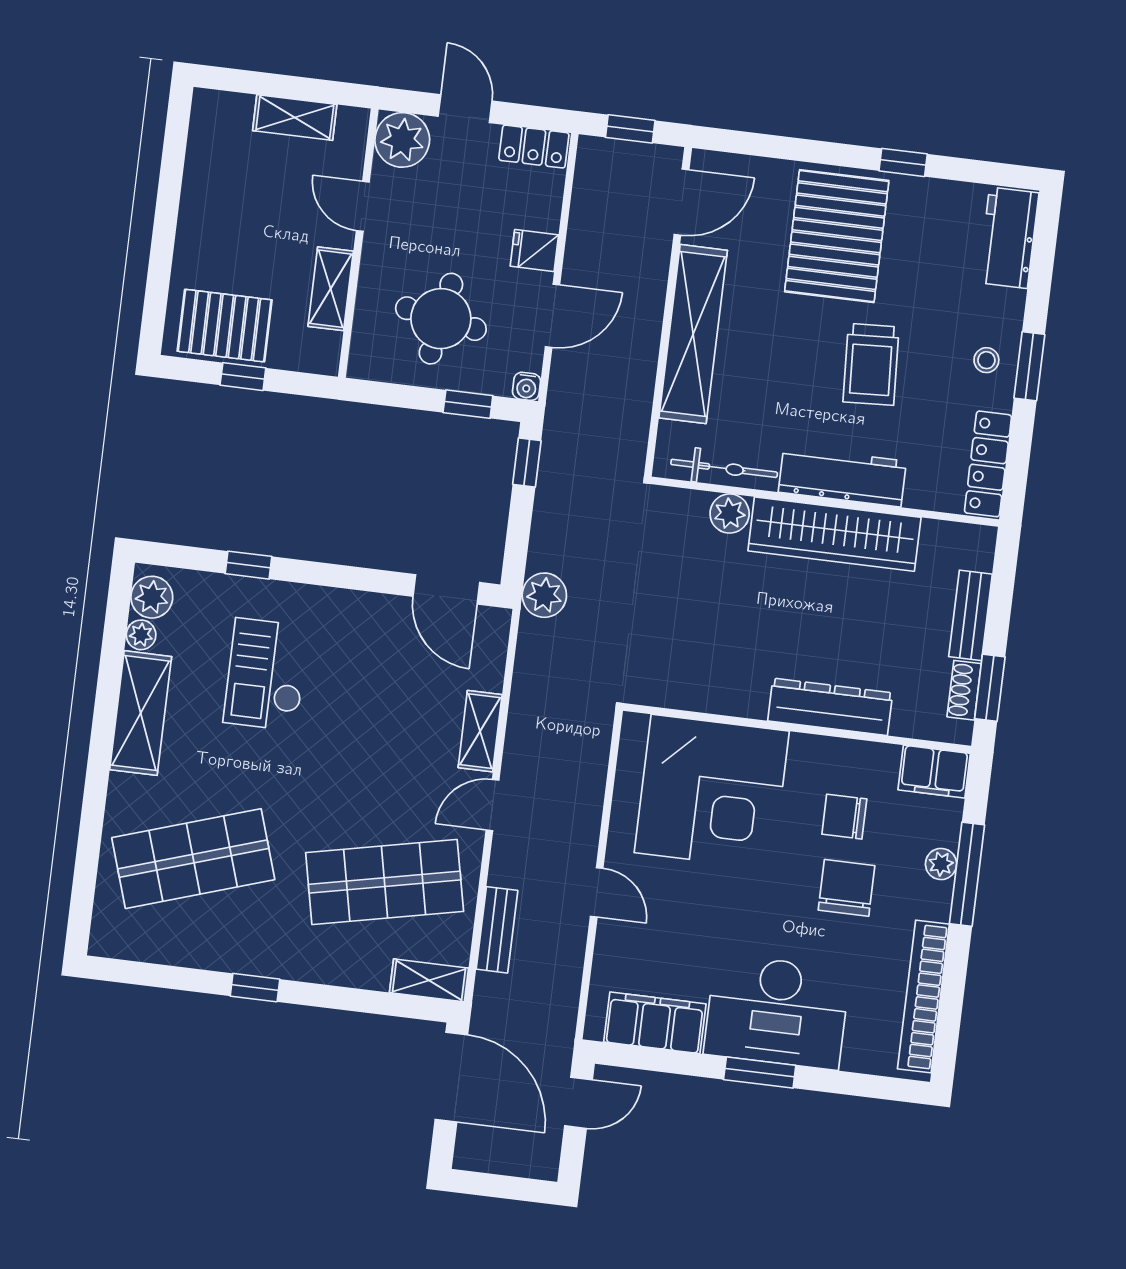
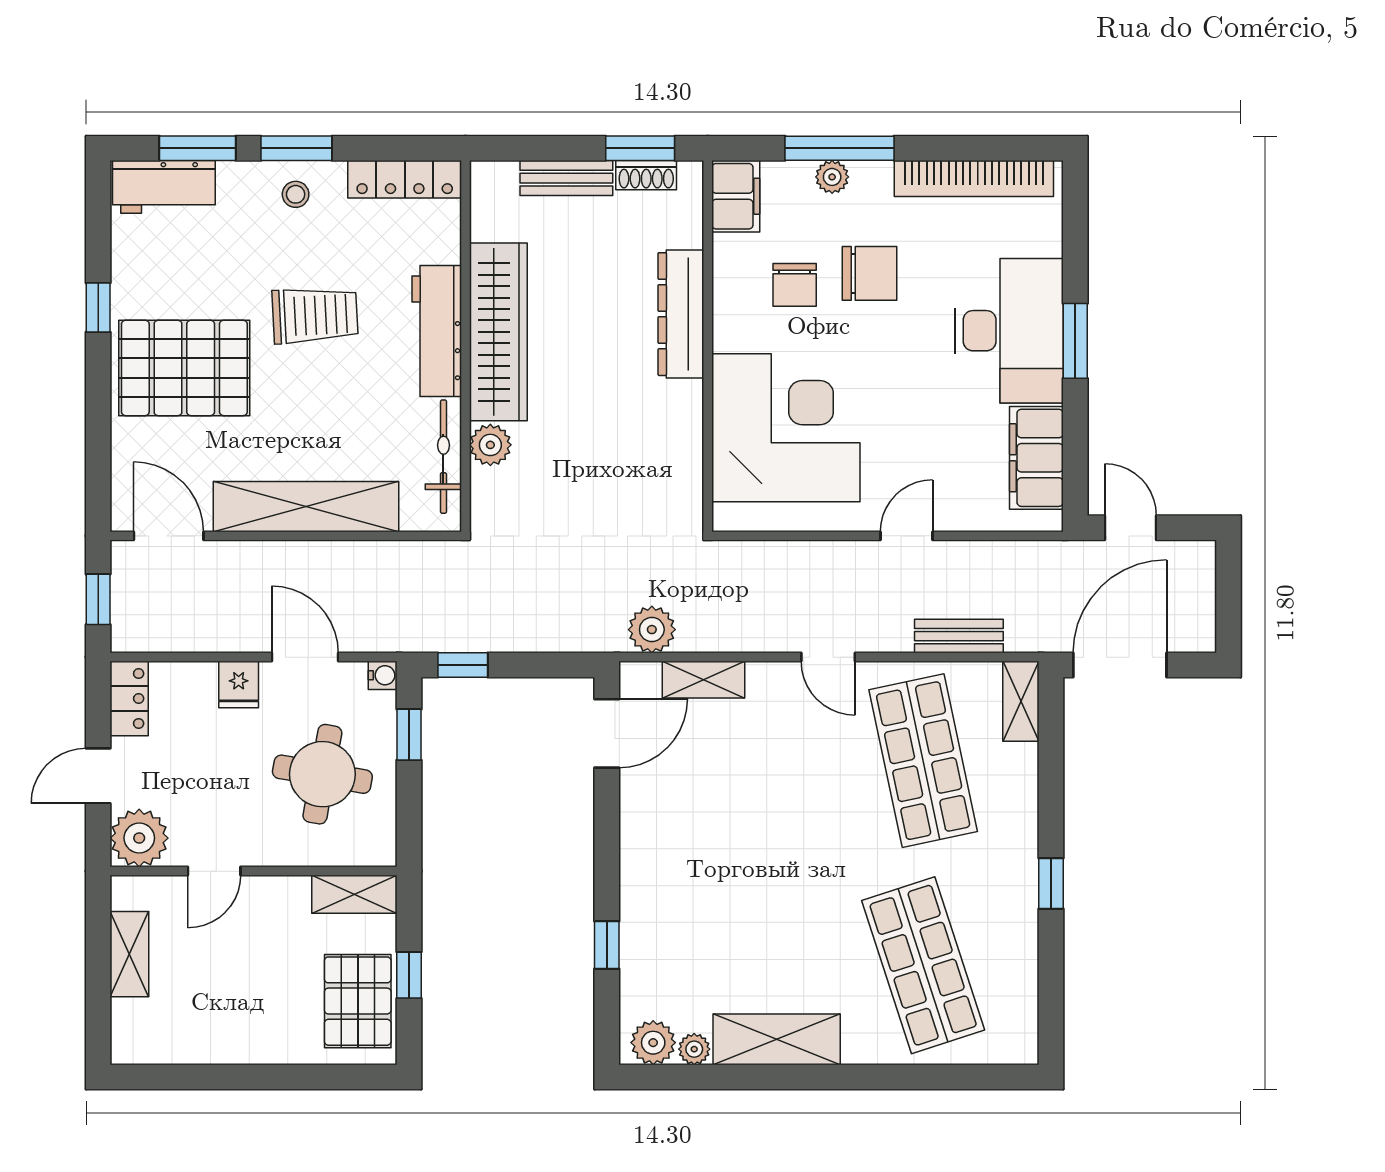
window: (1041, 274) -> (197, 148), added
shelving: (331, 289) -> (354, 894), moved
plant: (544, 595) -> (652, 630), moved
checkout: (266, 674) -> (720, 912), removed
shelving: (480, 731) -> (704, 680), moved
chair: (847, 888) -> (869, 273), turned 180

